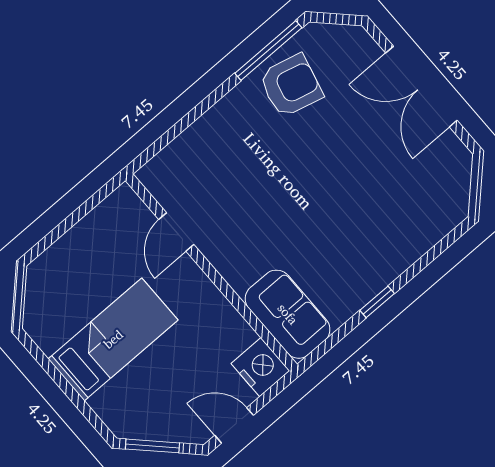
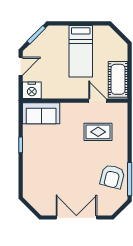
rug: (232, 182) -> (98, 132), added
cot: (105, 228) -> (118, 79), added

